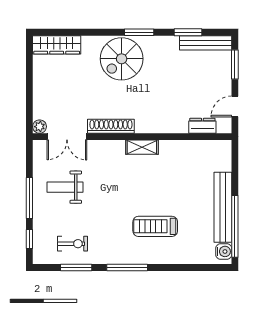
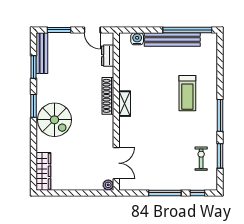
shoe rack: (111, 126) -> (108, 96), moved
weight bench: (65, 187) -> (156, 165), removed
water cooler: (224, 251) -> (137, 39), moved

